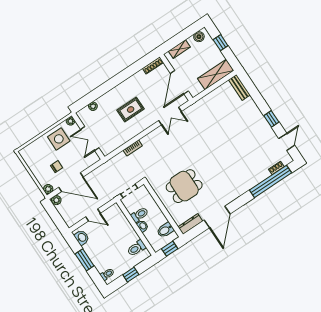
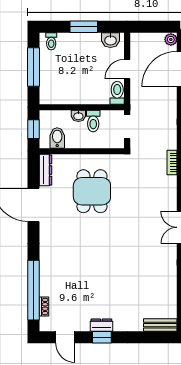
dresser: (264, 124) -> (101, 325), added
toilet: (136, 248) -> (117, 93), moved
window: (131, 275) -> (33, 67), width x2.17

